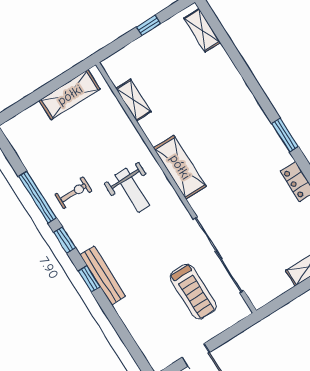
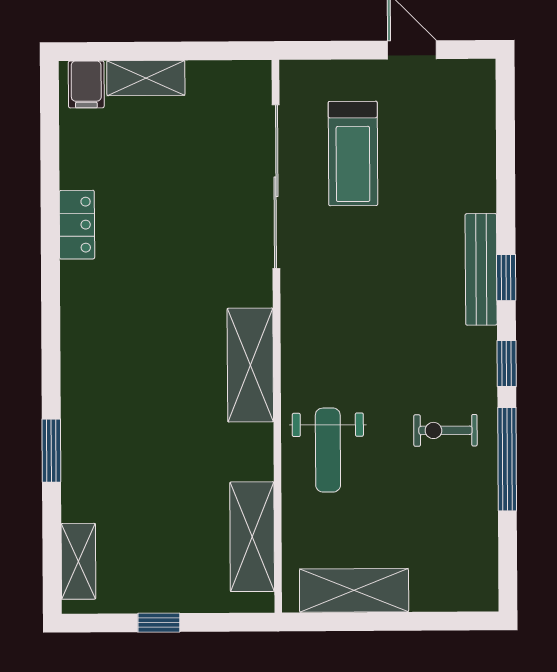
shelving: (133, 100) -> (252, 537), width x1.50, depth x1.33
window: (285, 135) -> (51, 451), moved
weight bench: (132, 190) -> (328, 450), moved, turned 180
treadmill: (193, 292) -> (353, 153), turned 180

